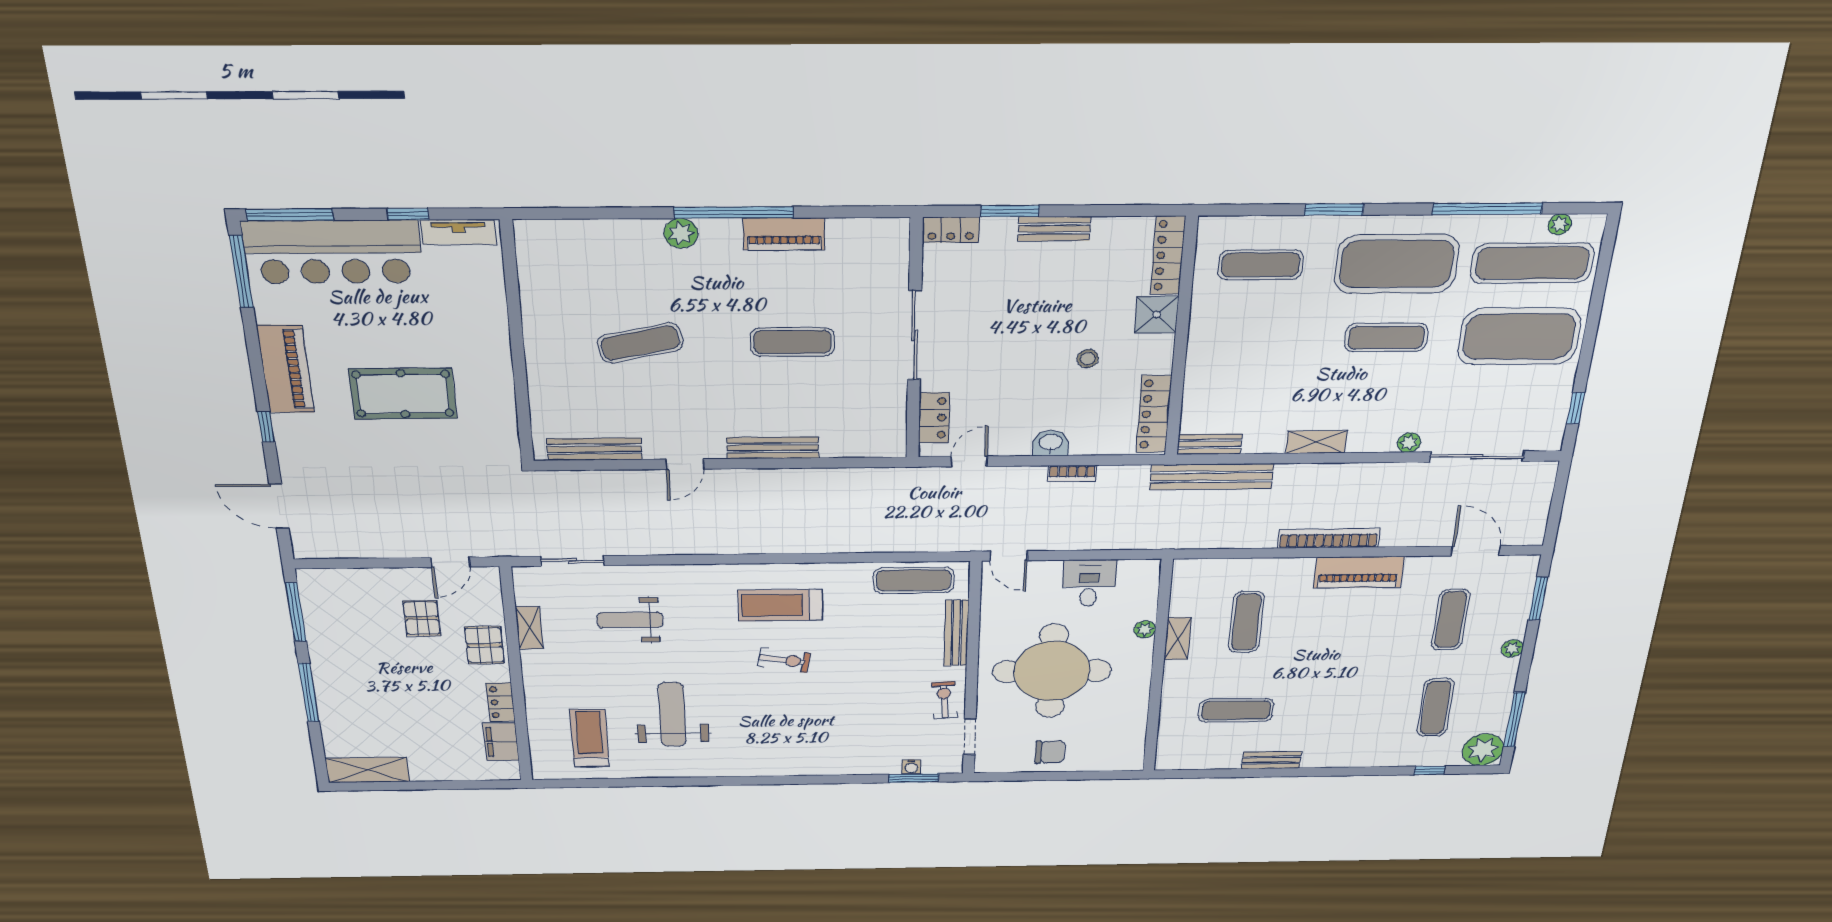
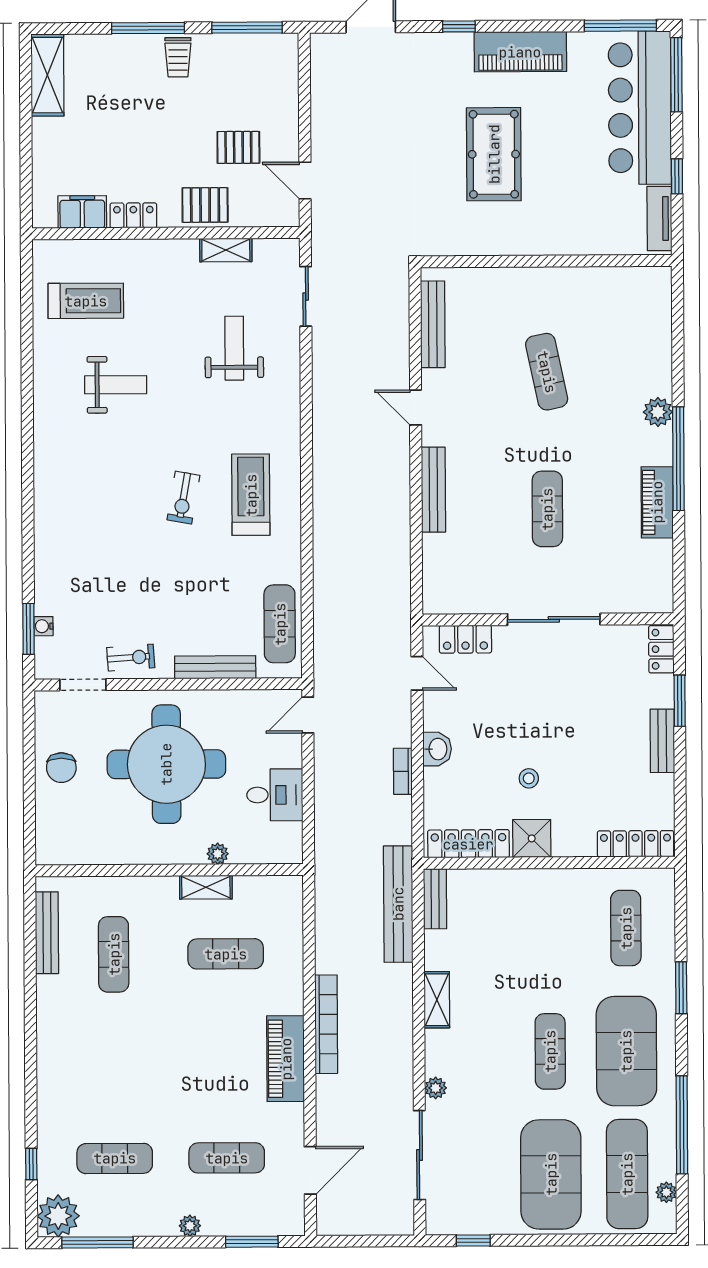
shower: (1157, 315) -> (532, 838), moved
trolley: (335, 668) -> (178, 57), added
weight bench: (672, 714) -> (116, 385), width x0.73, depth x0.75
bench: (1271, 760) -> (47, 933), moved, width x1.36

